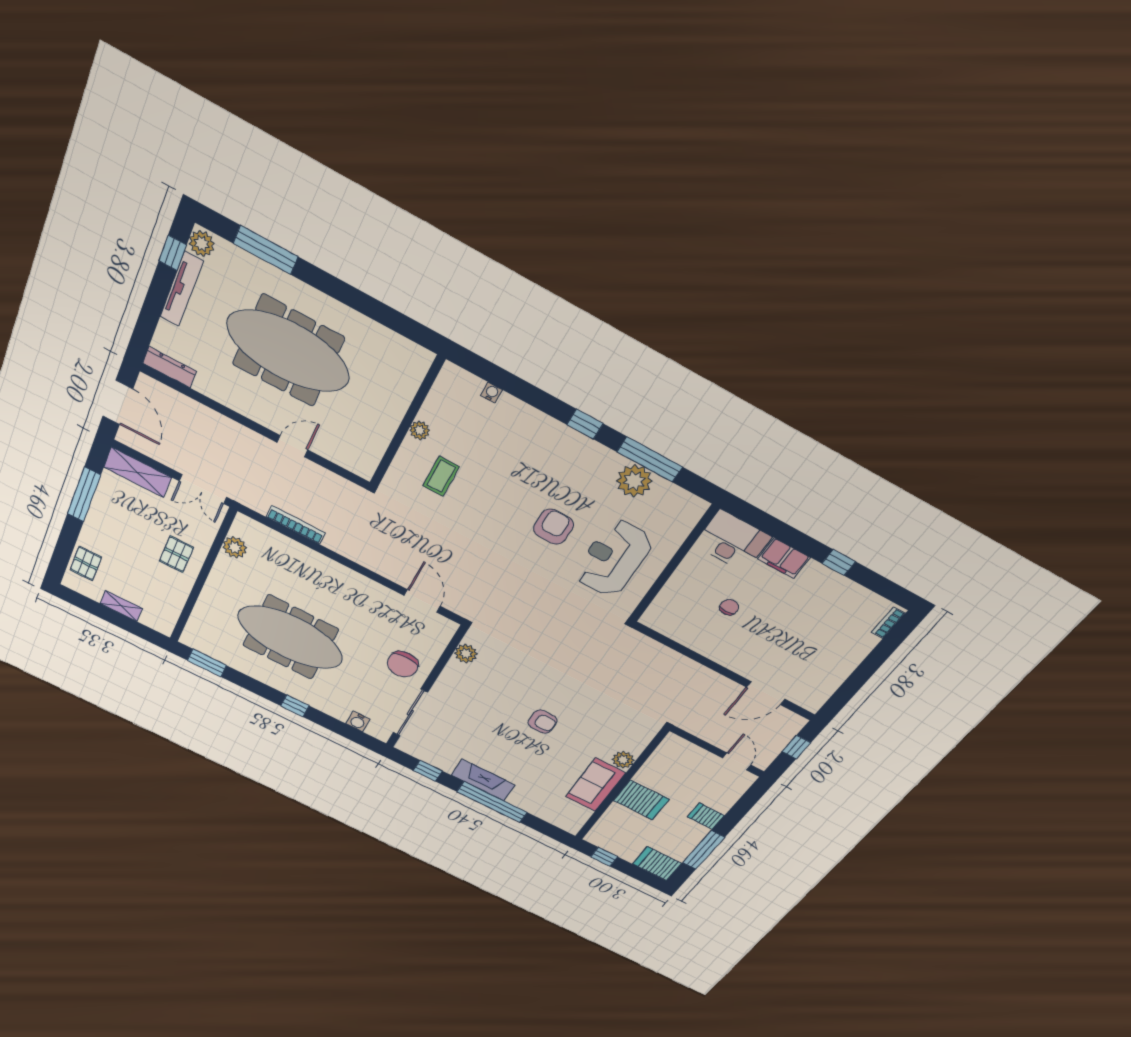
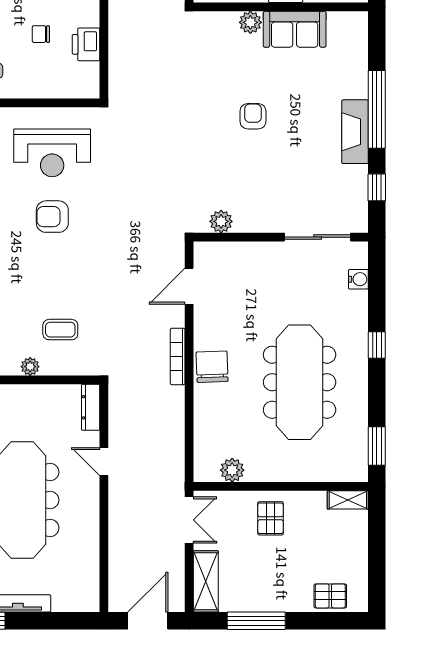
dresser: (170, 367) -> (91, 407), moved
bookcase: (296, 525) -> (178, 356), moved
pallet: (176, 554) -> (271, 518), turned 90
shelving: (121, 606) -> (348, 500), moved, turned 90
printer: (693, 637) -> (86, 44), added
chair: (403, 664) -> (212, 367), moved, turned -92

